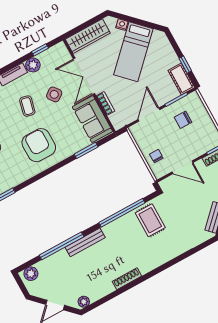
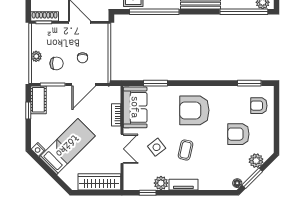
nightstand: (122, 25) -> (38, 149), moved
double door: (84, 76) -> (122, 149), width x0.73
plant: (204, 116) -> (36, 56), added
armchair: (39, 145) -> (194, 110), turned 90
chair: (156, 156) -> (83, 58), moved
window: (62, 246) -> (244, 12), moved

